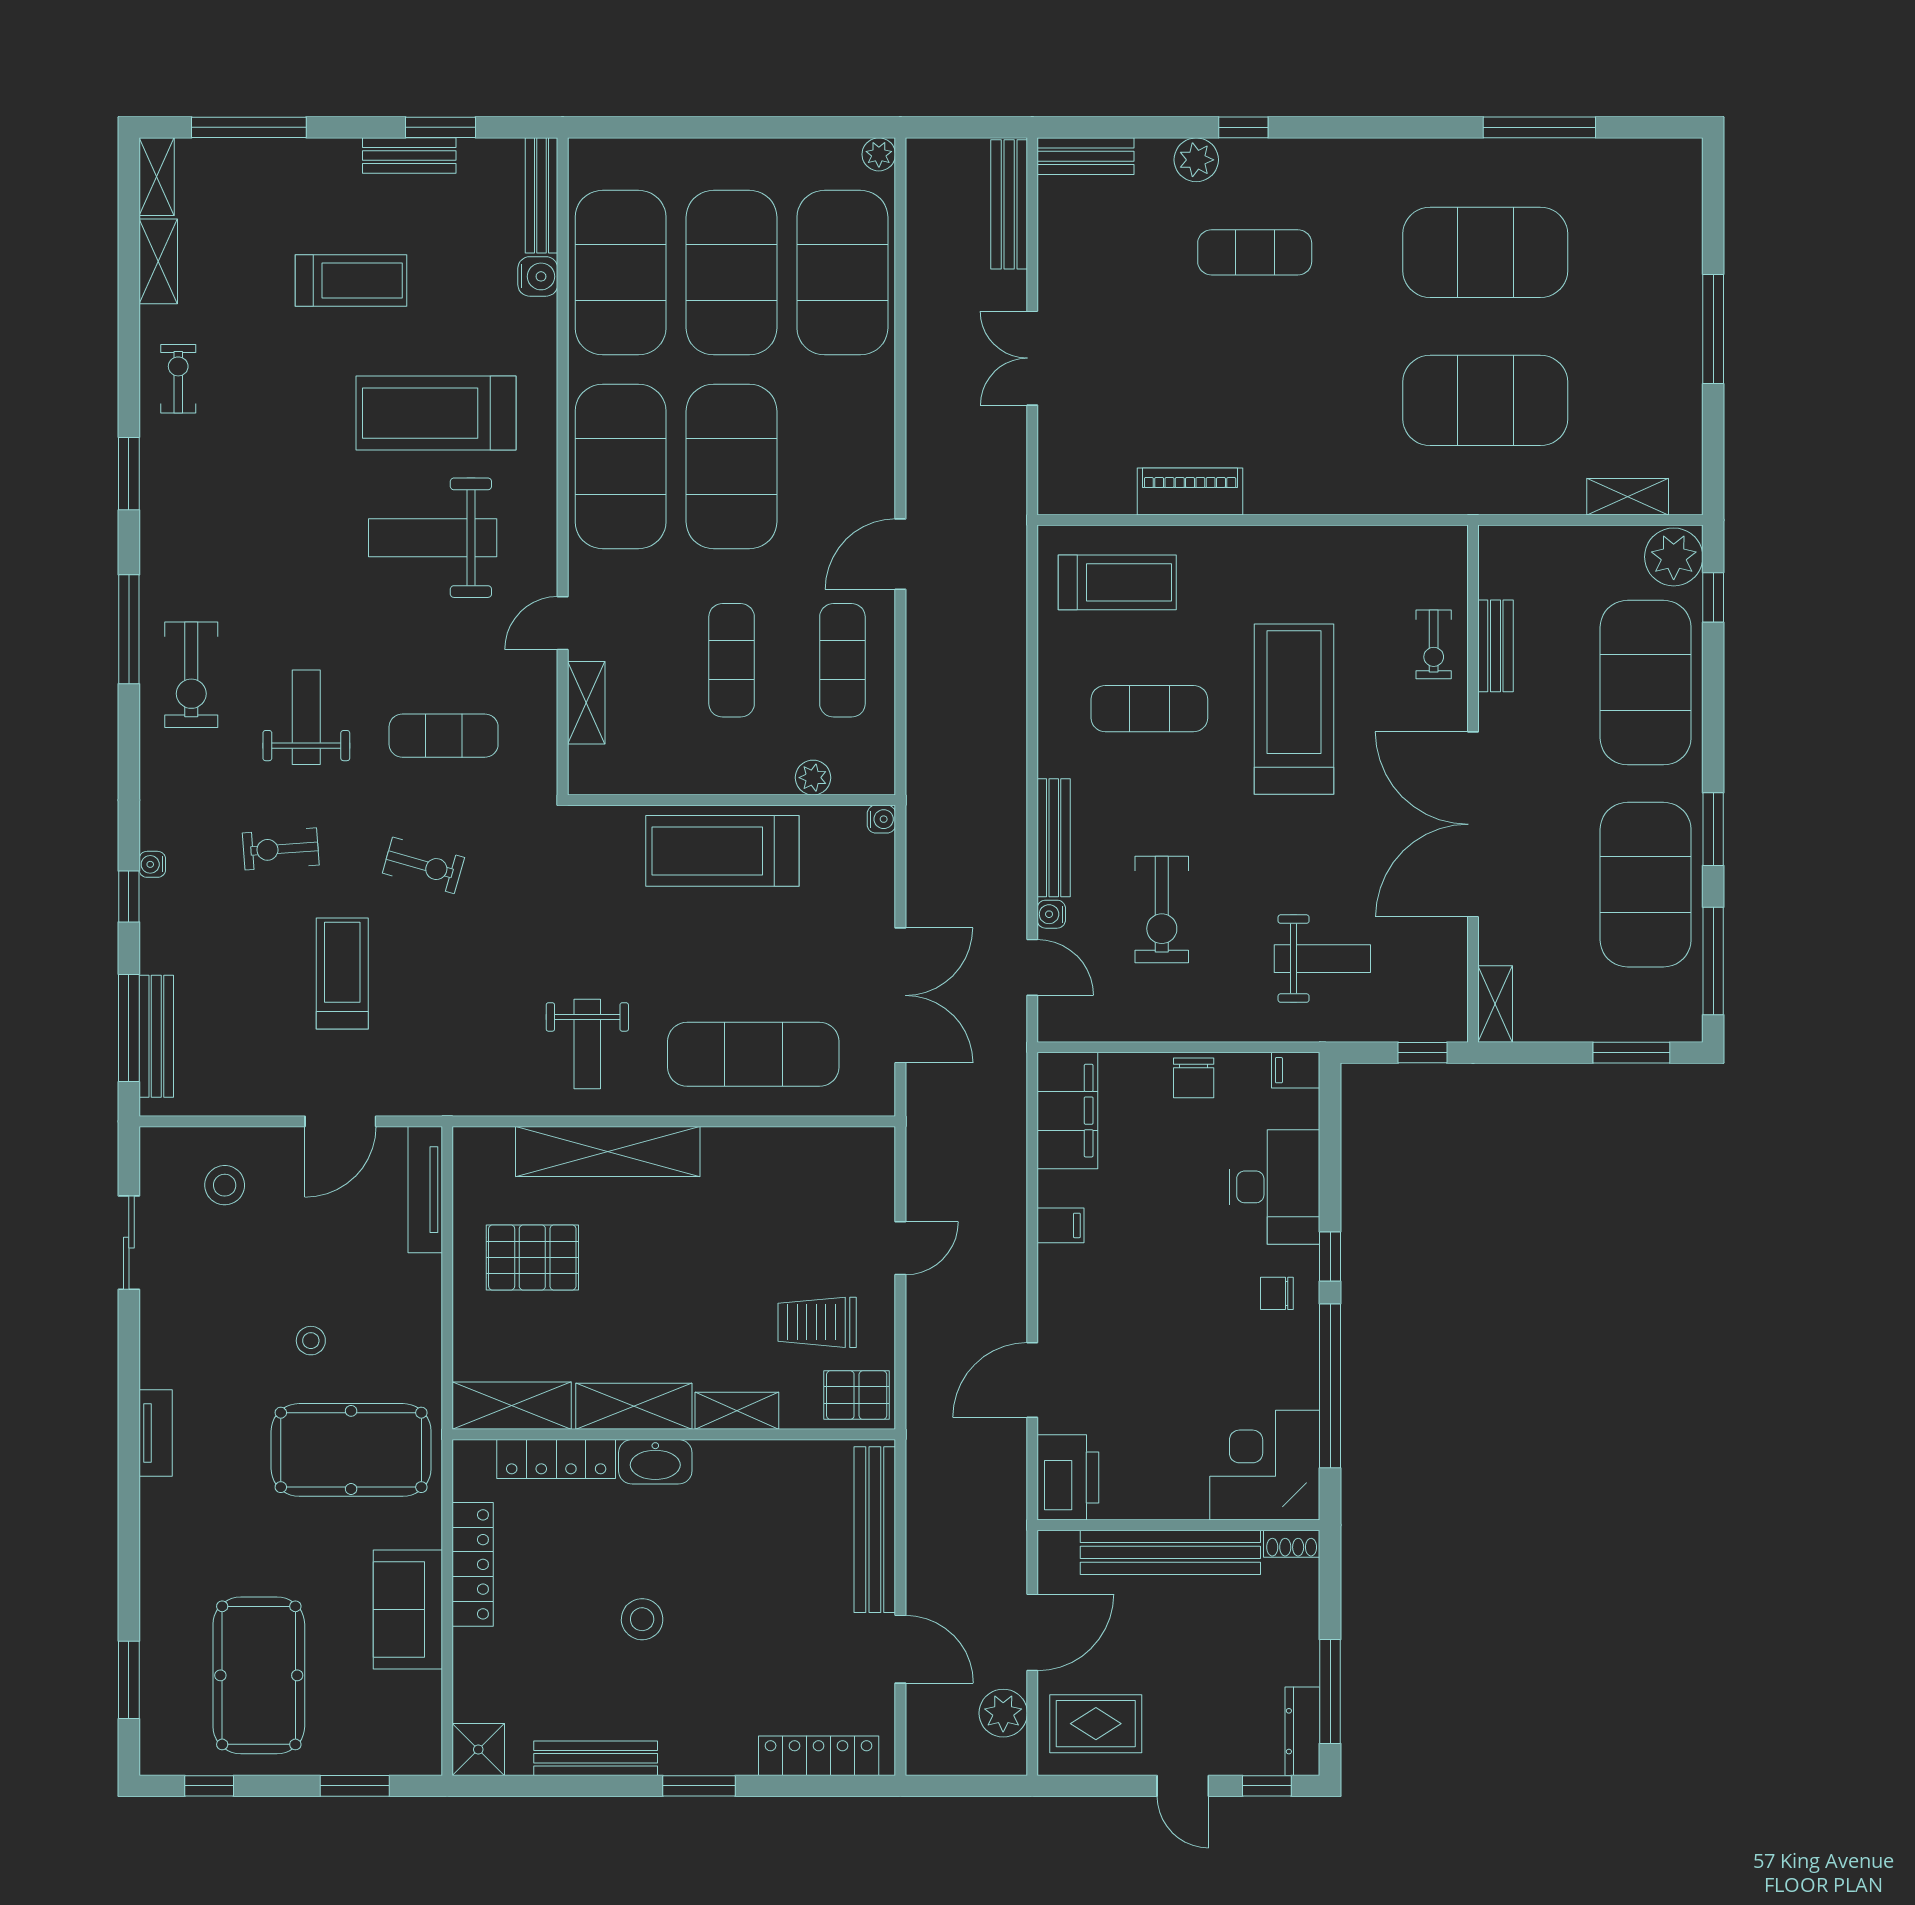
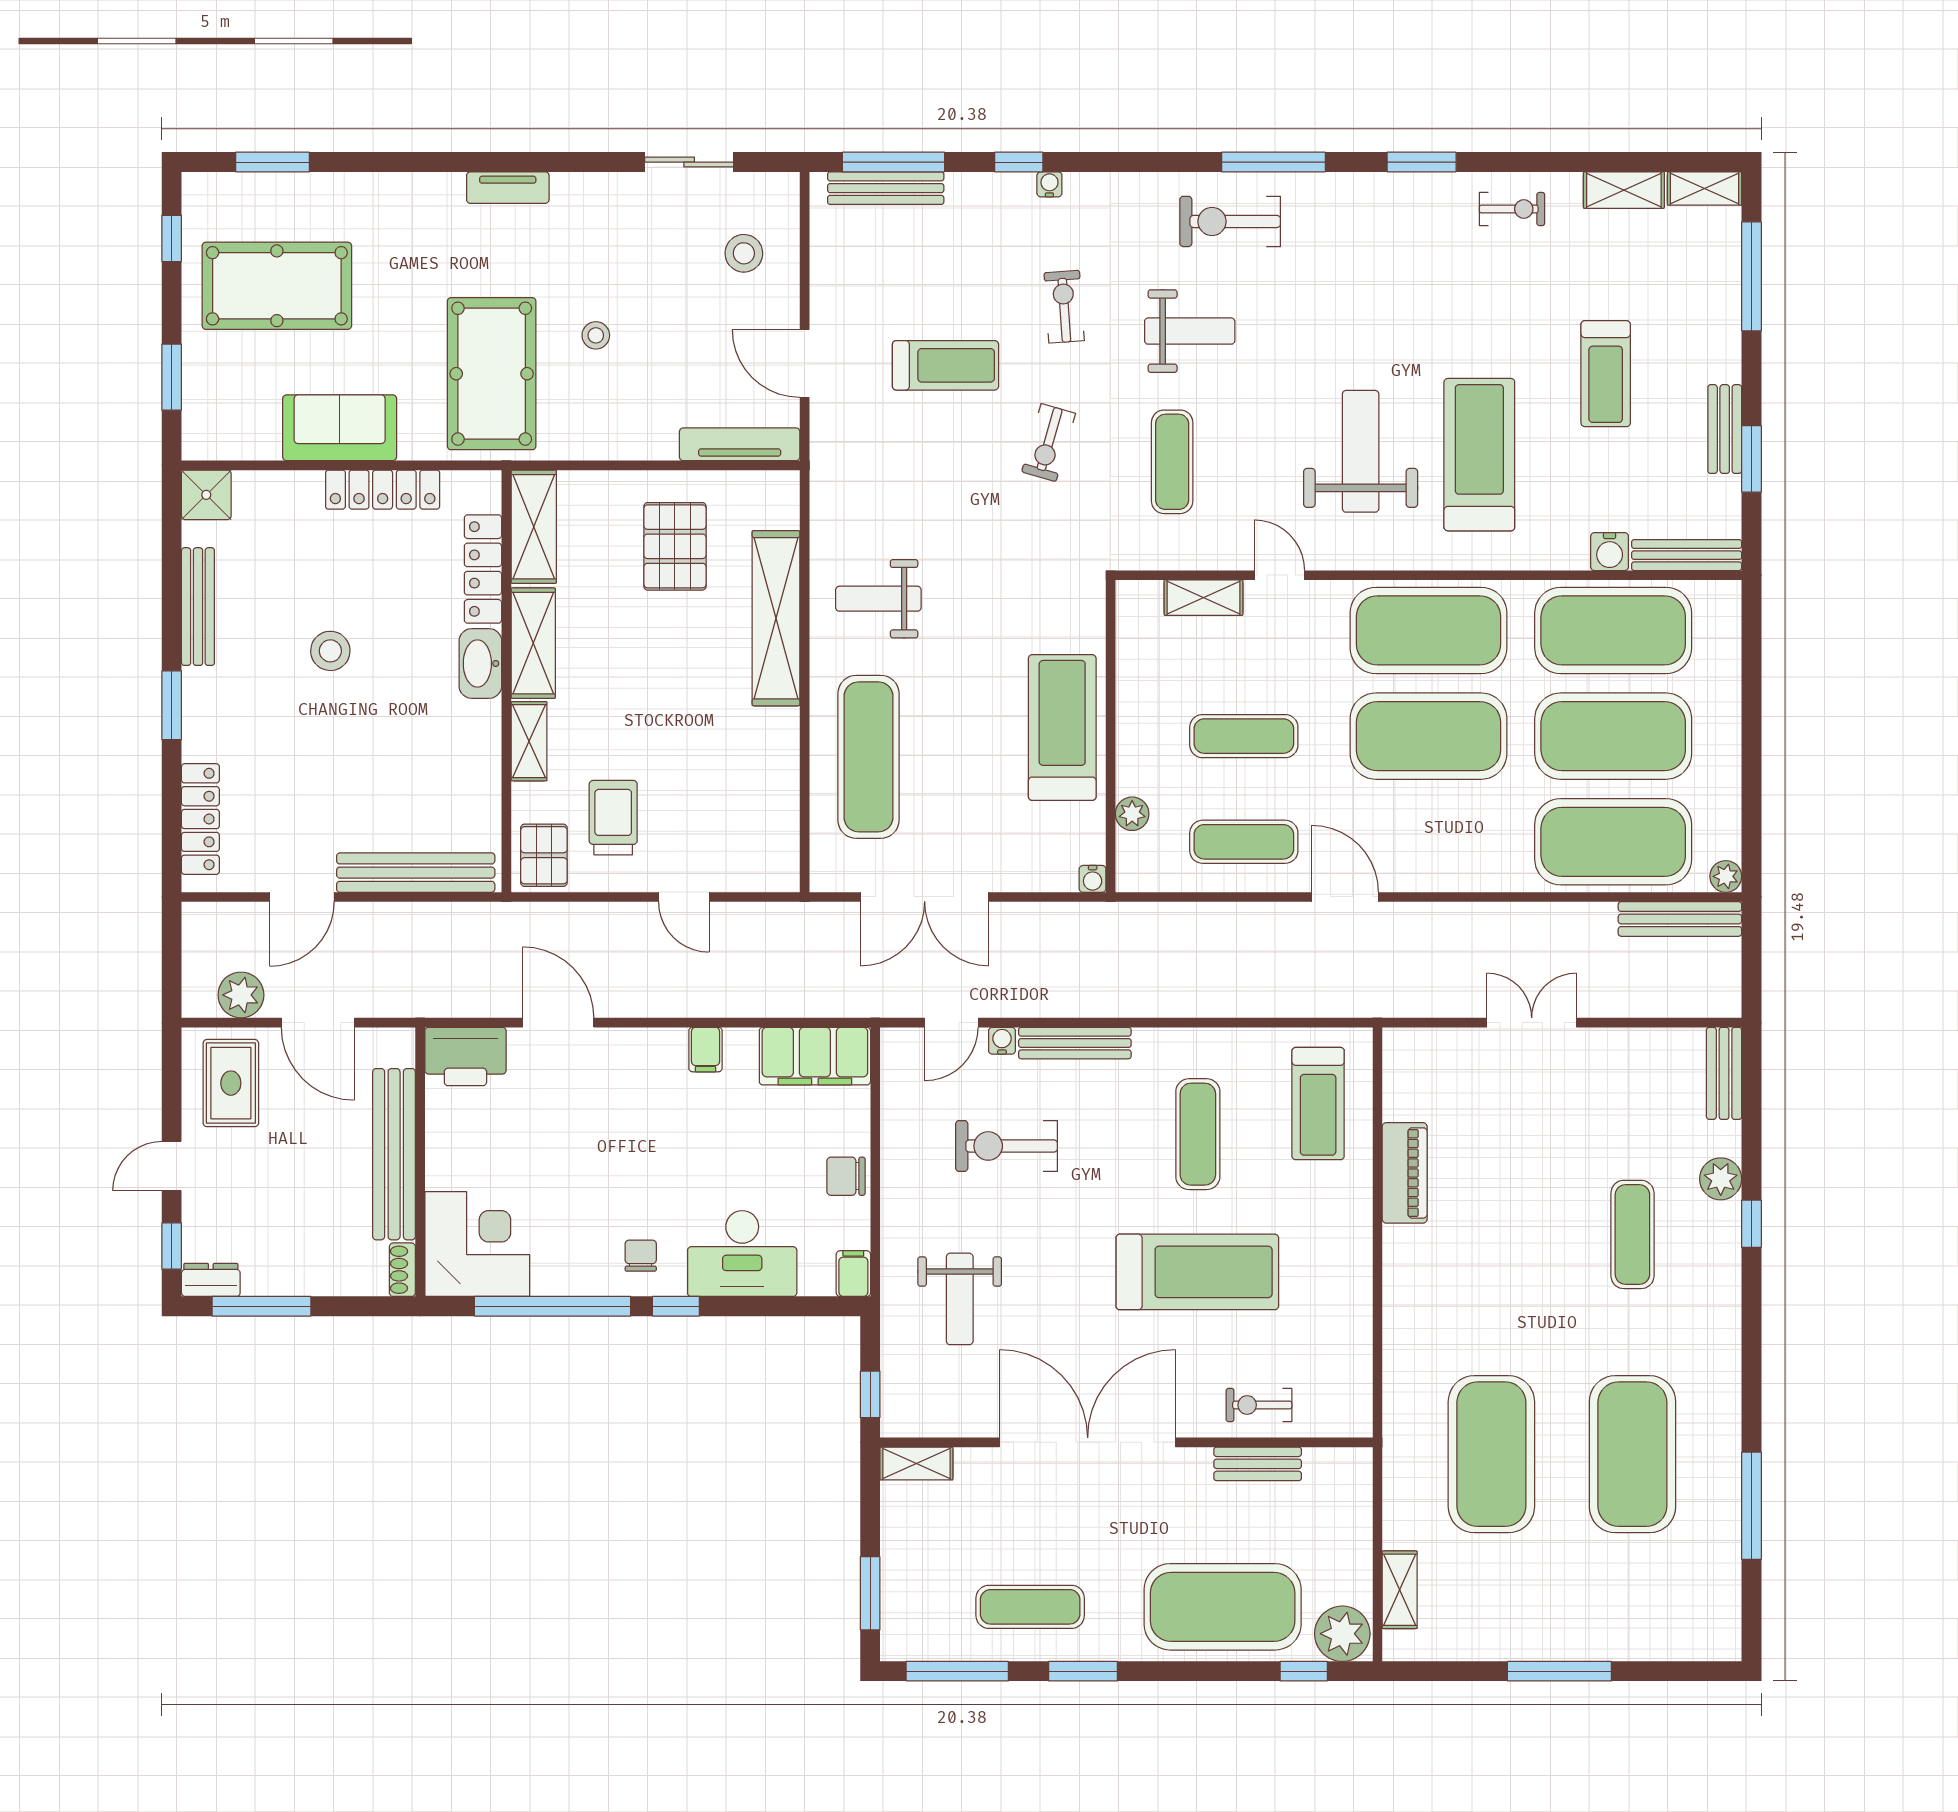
bench: (1009, 204) -> (1680, 919), moved
exercise mat: (1646, 885) -> (1030, 1607), width x0.50, depth x0.69
dresser: (1302, 1731) -> (211, 1280), width x0.70

